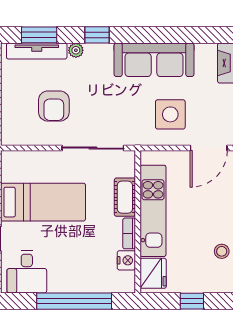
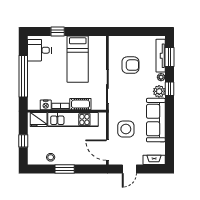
plant: (102, 54) -> (159, 91), added
armchair: (54, 106) -> (130, 65), turned 180

